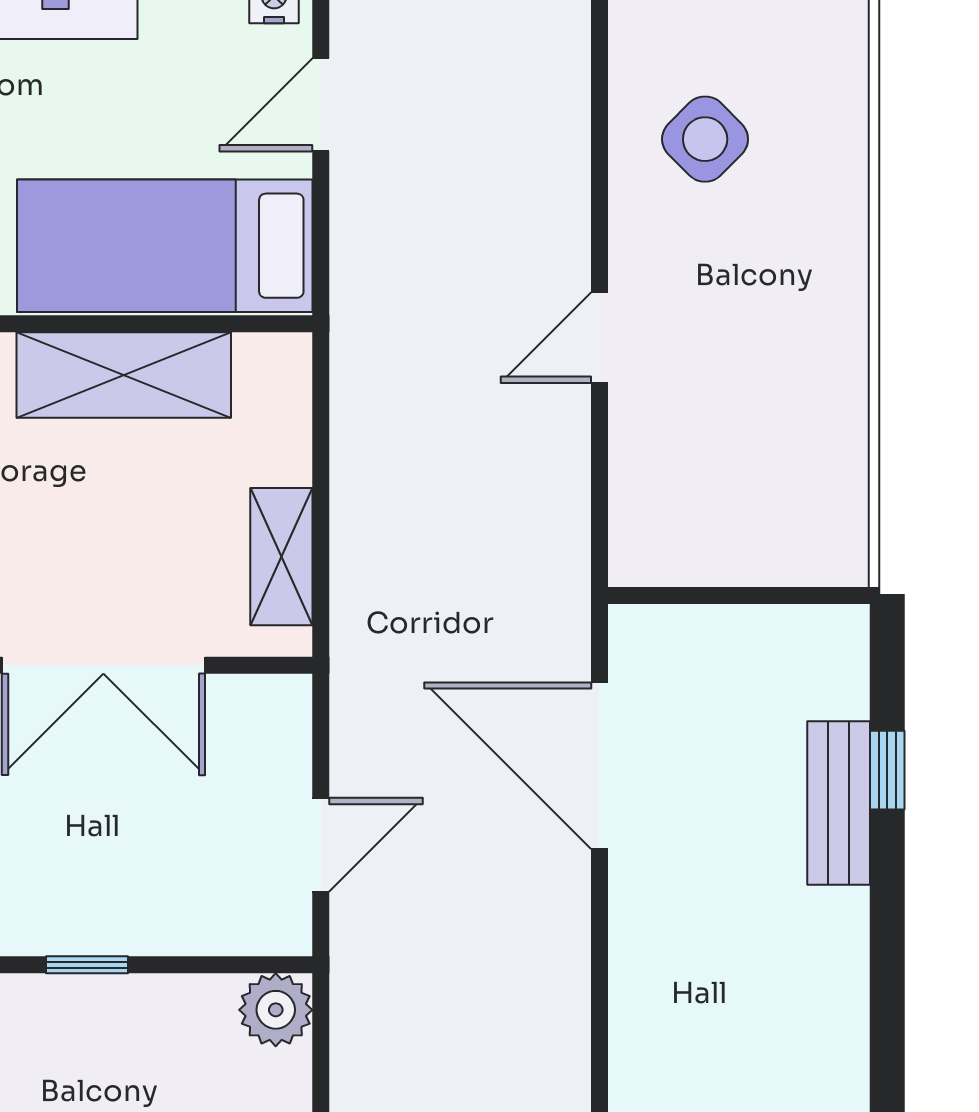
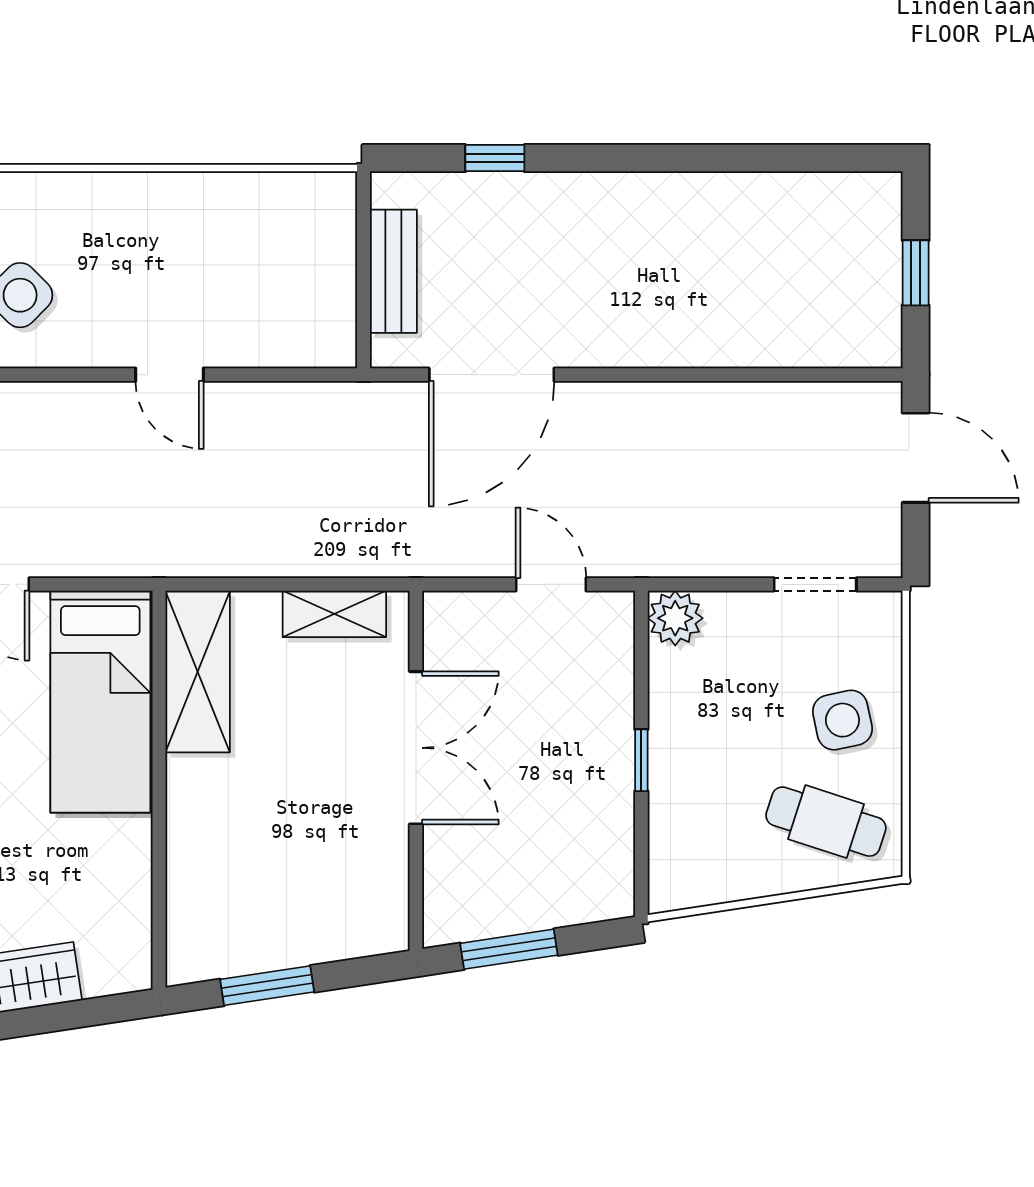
shelving: (124, 375) -> (198, 672), moved
bench: (839, 803) -> (393, 271), moved, turned 90

